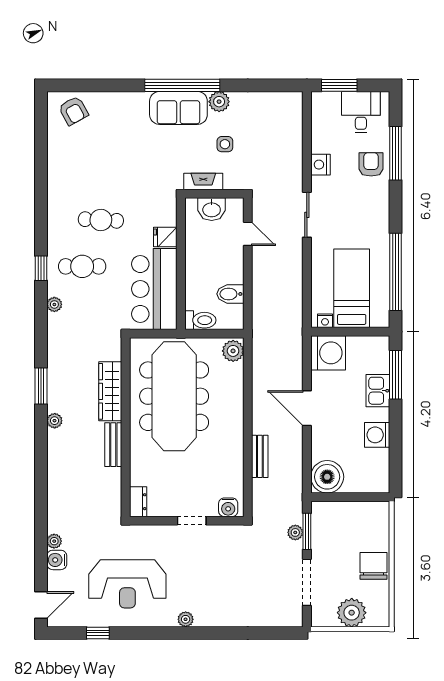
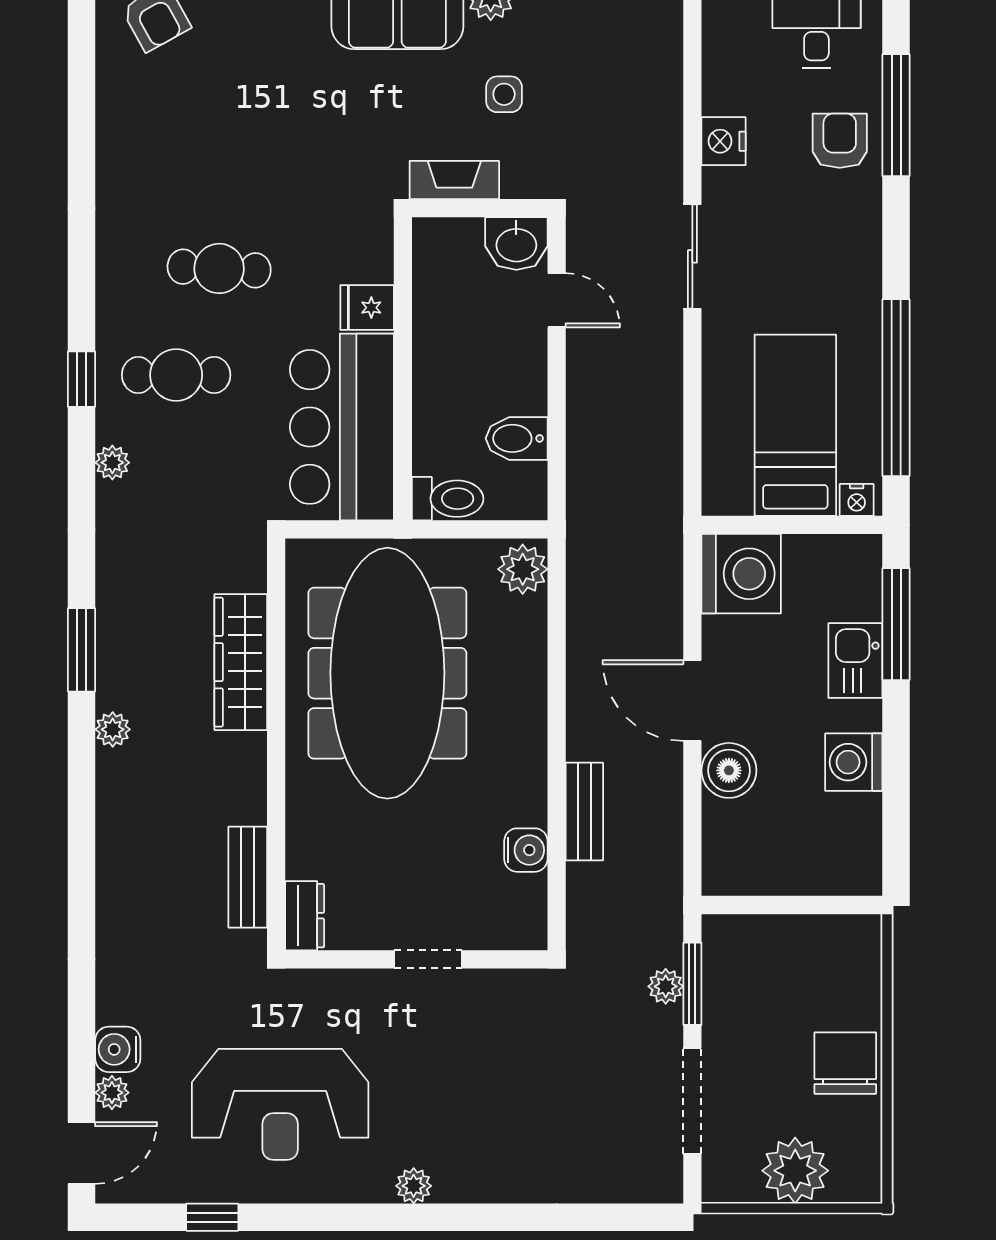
washbasin: (212, 209) -> (516, 244), moved
nightstand: (325, 321) -> (857, 500), moved
bench: (113, 445) -> (248, 877), moved
boiler: (327, 477) -> (729, 770), moved, width x0.73, depth x0.73
water cooler: (228, 507) -> (526, 850), moved, turned -90
plant: (54, 541) -> (112, 1093), moved

